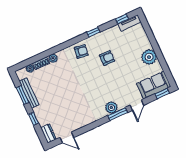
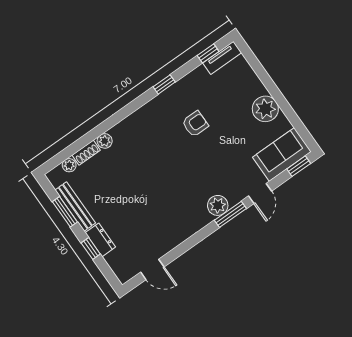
armchair: (81, 51) -> (150, 121), removed
dresser: (49, 133) -> (100, 240), moved

